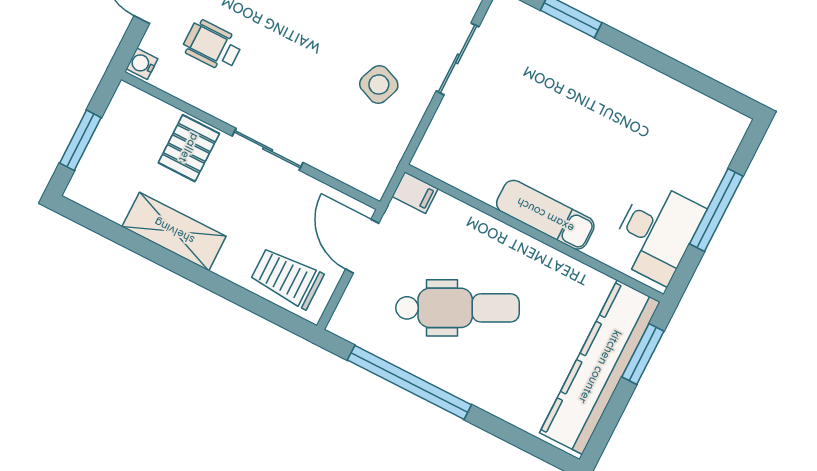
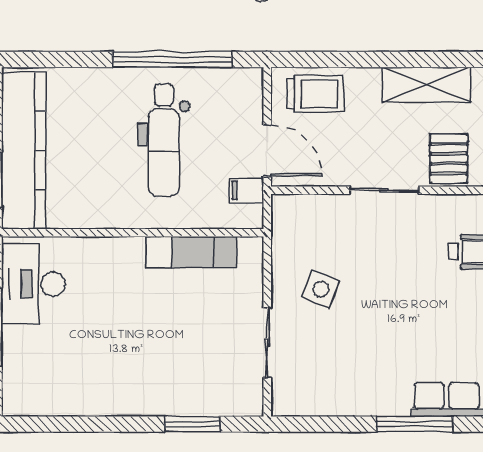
filing cabinet: (415, 193) -> (246, 190), moved
exam couch: (545, 215) -> (191, 252), moved
dental chair: (457, 308) -> (164, 140), turned -63

